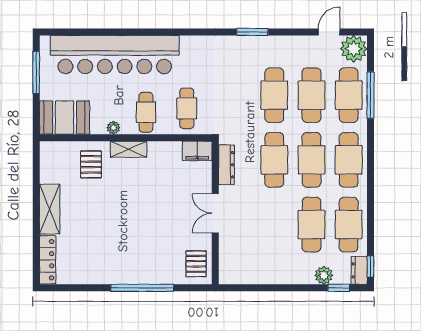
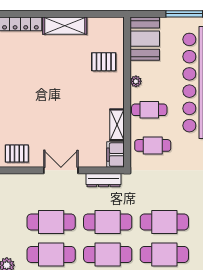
shelving: (129, 149) -> (117, 125), moved
cafe table: (274, 225) -> (51, 222), added

